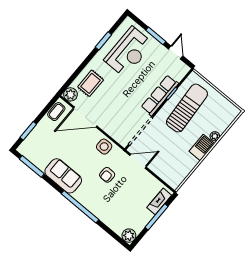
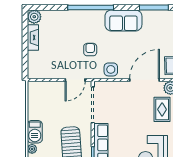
fireplace: (159, 201) -> (33, 38), moved
window: (157, 217) -> (25, 49), removed

